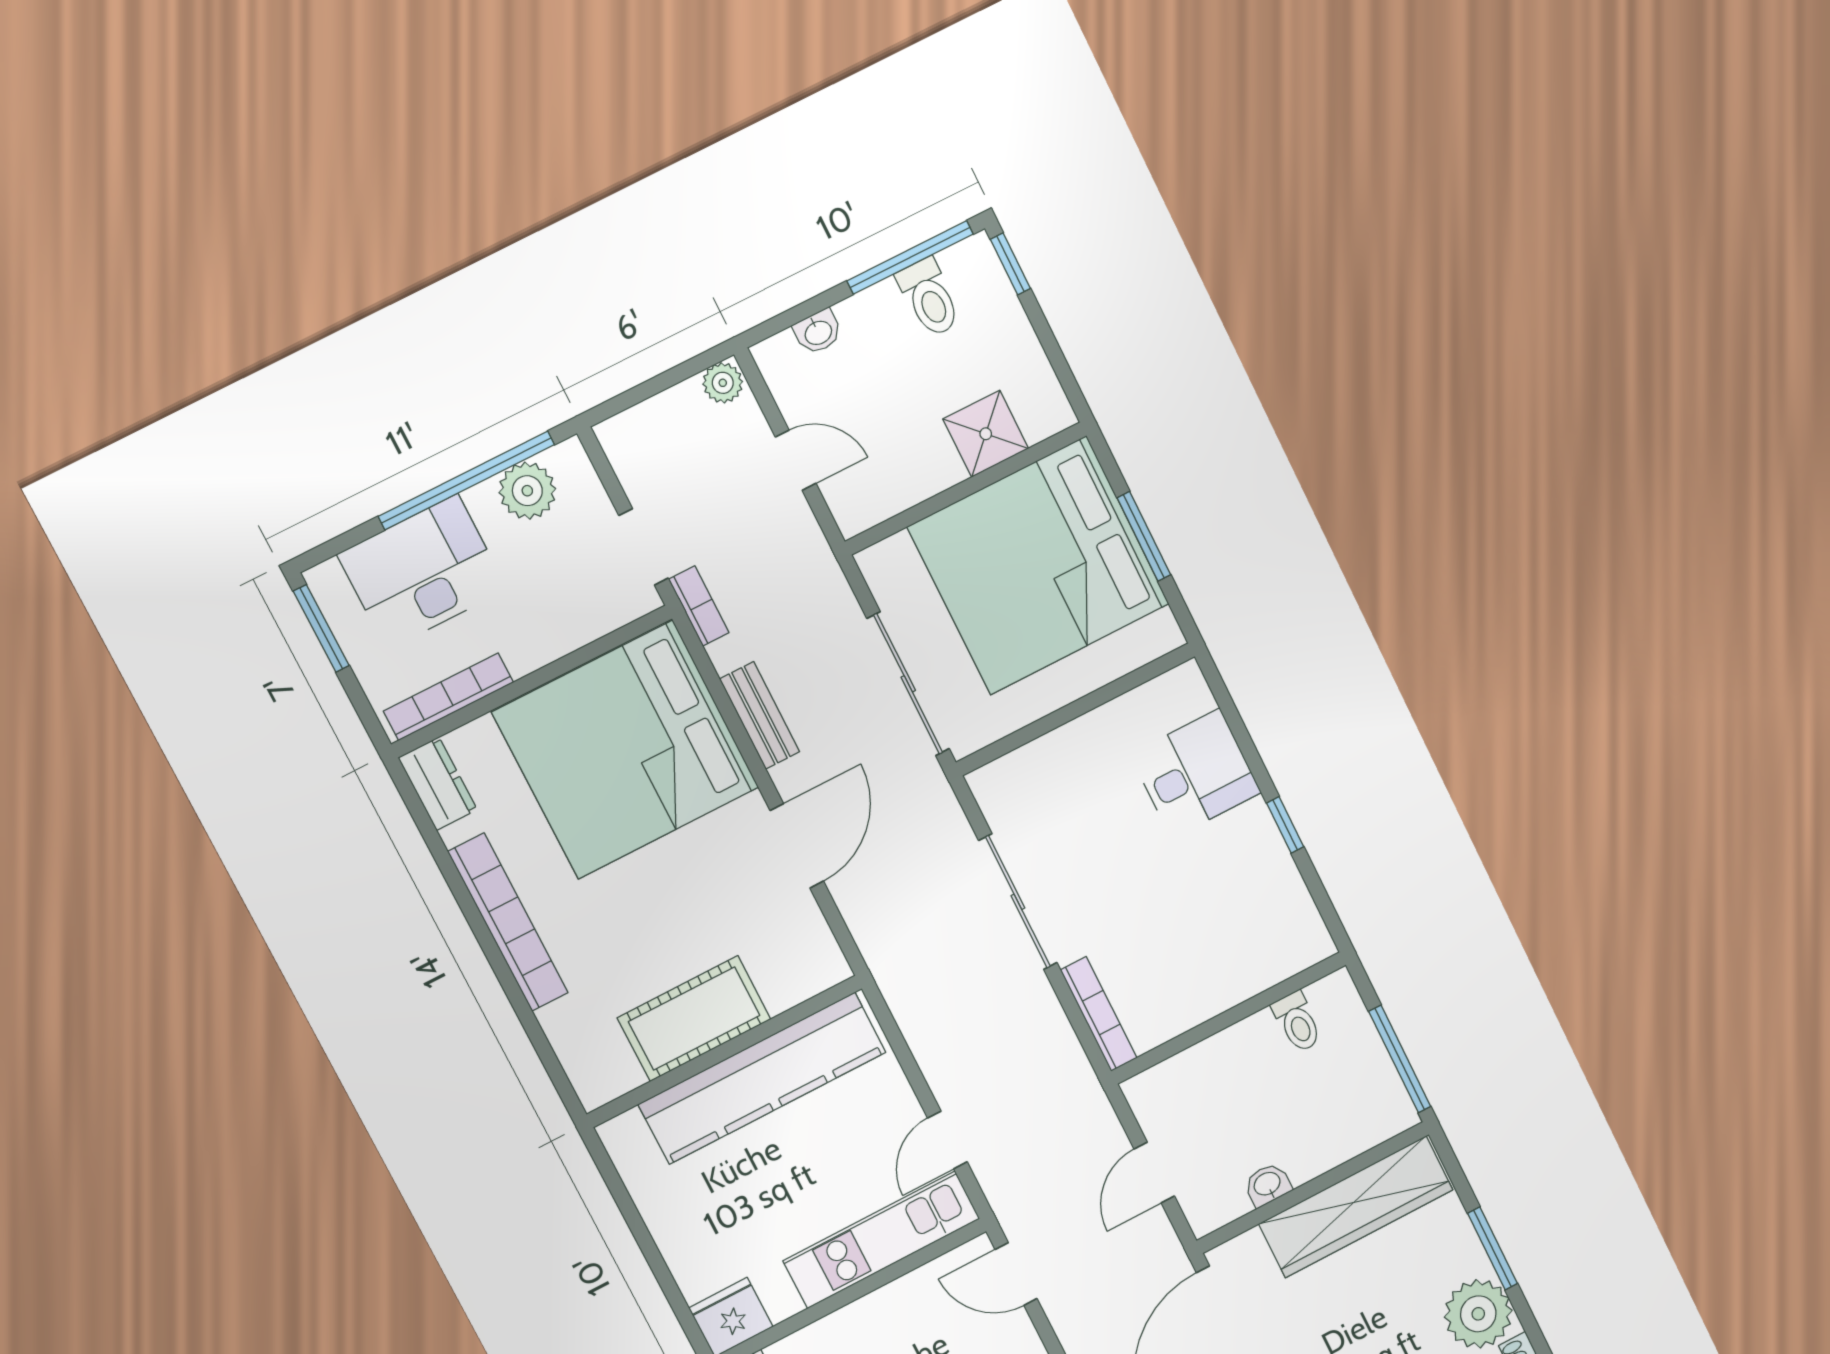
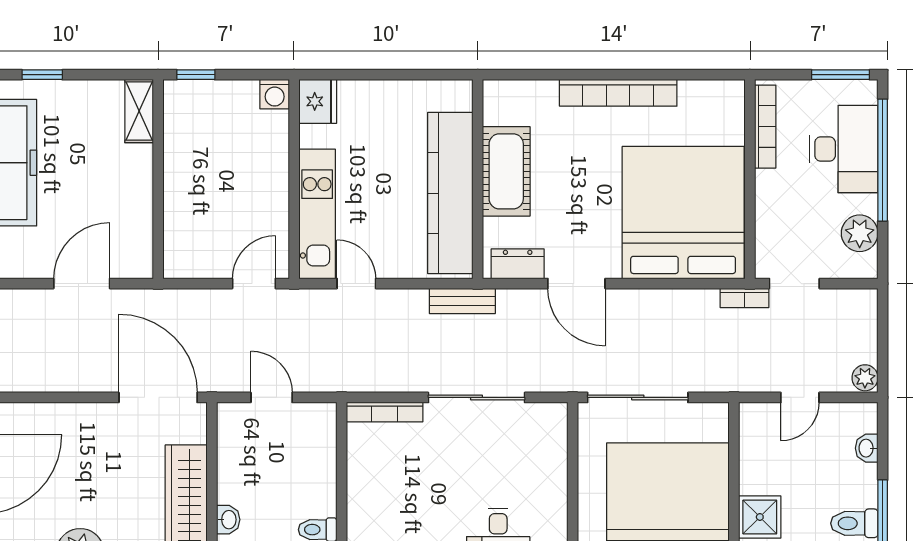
window: (466, 480) -> (883, 160), moved
bench: (760, 715) -> (462, 301), moved
dresser: (438, 784) -> (518, 264), moved, turned 180
washbasin: (1267, 1185) -> (228, 520), moved

